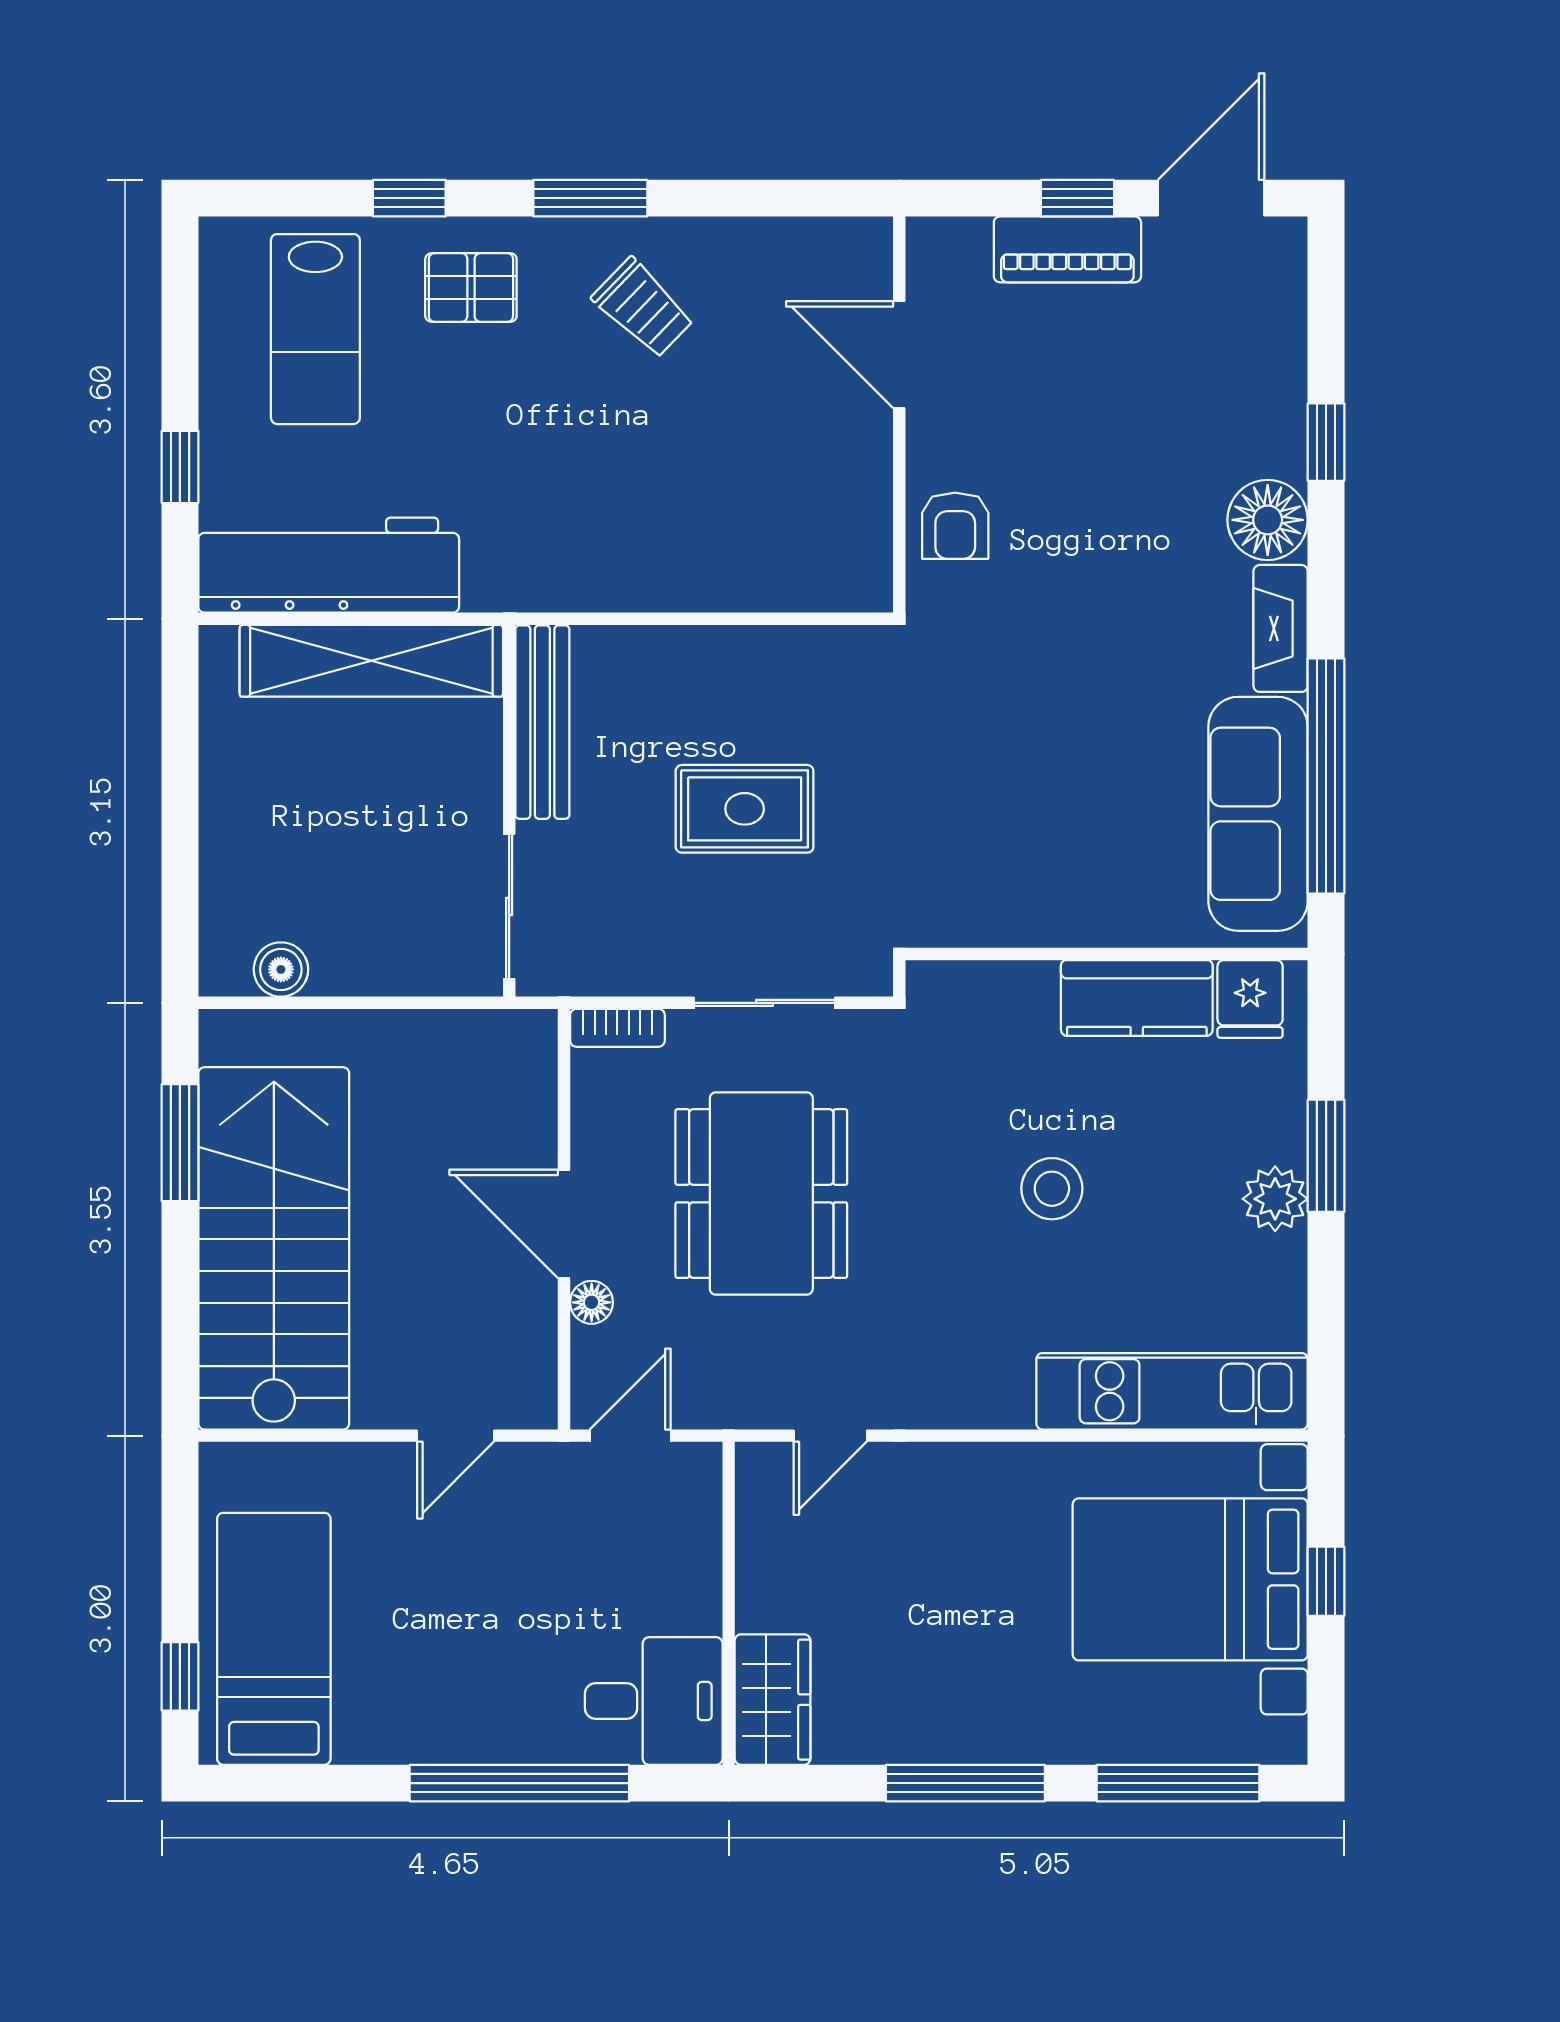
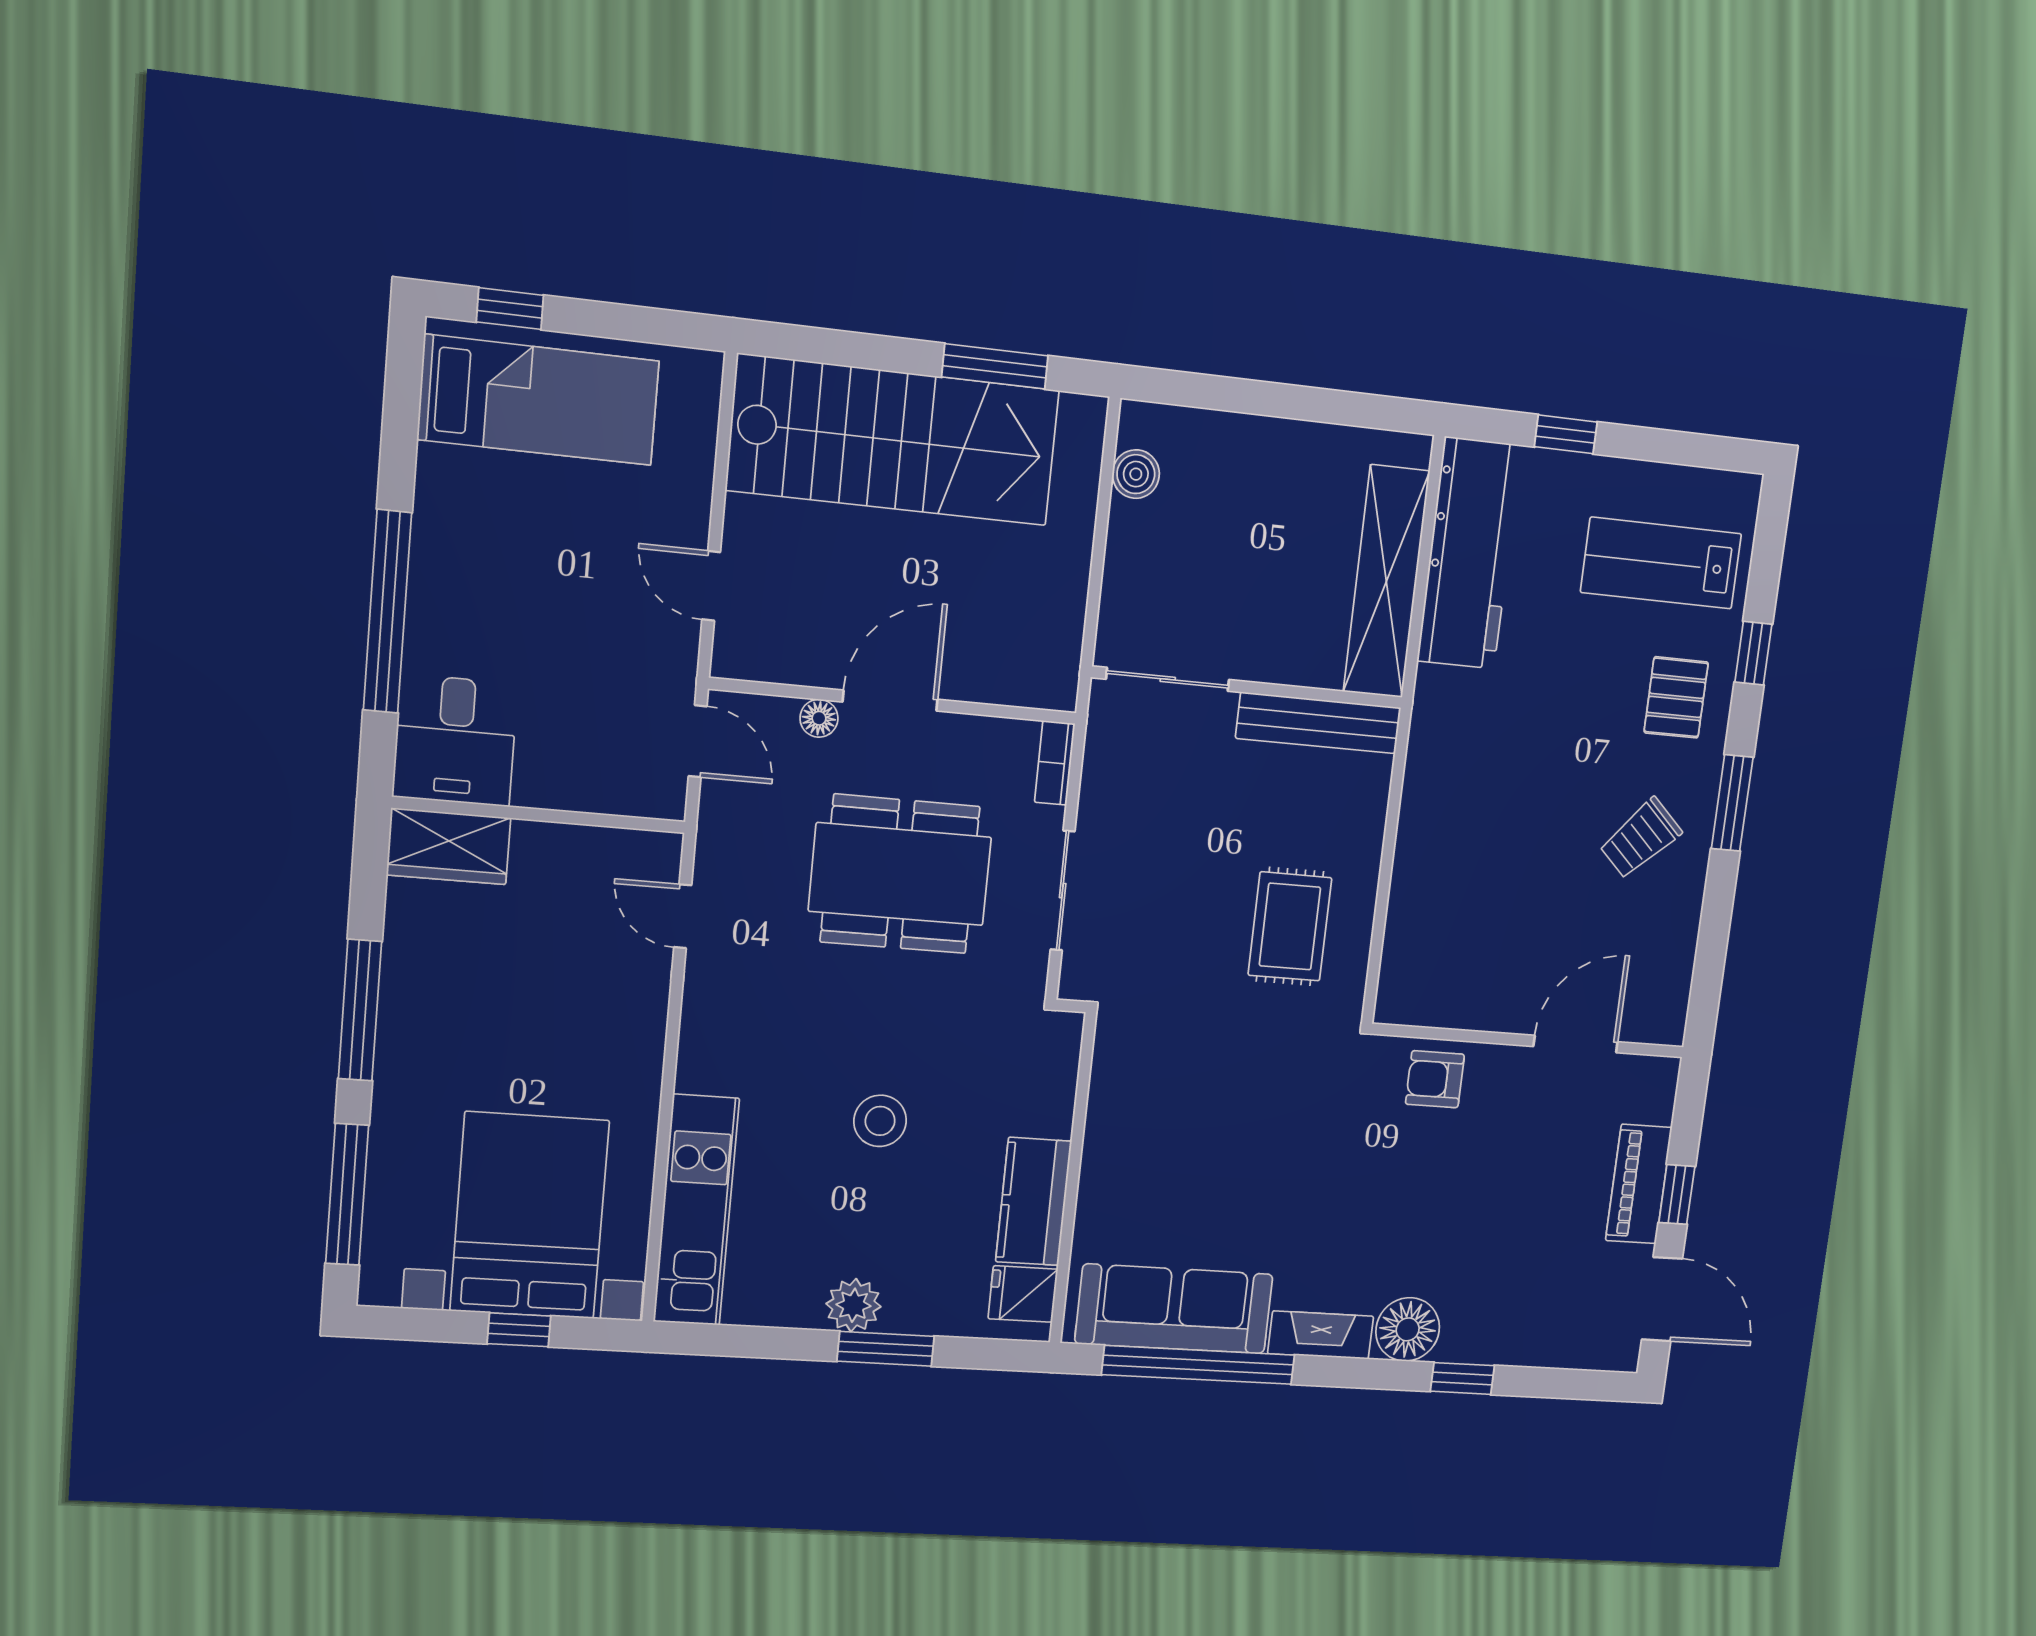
rug: (745, 809) -> (1290, 926), moved

